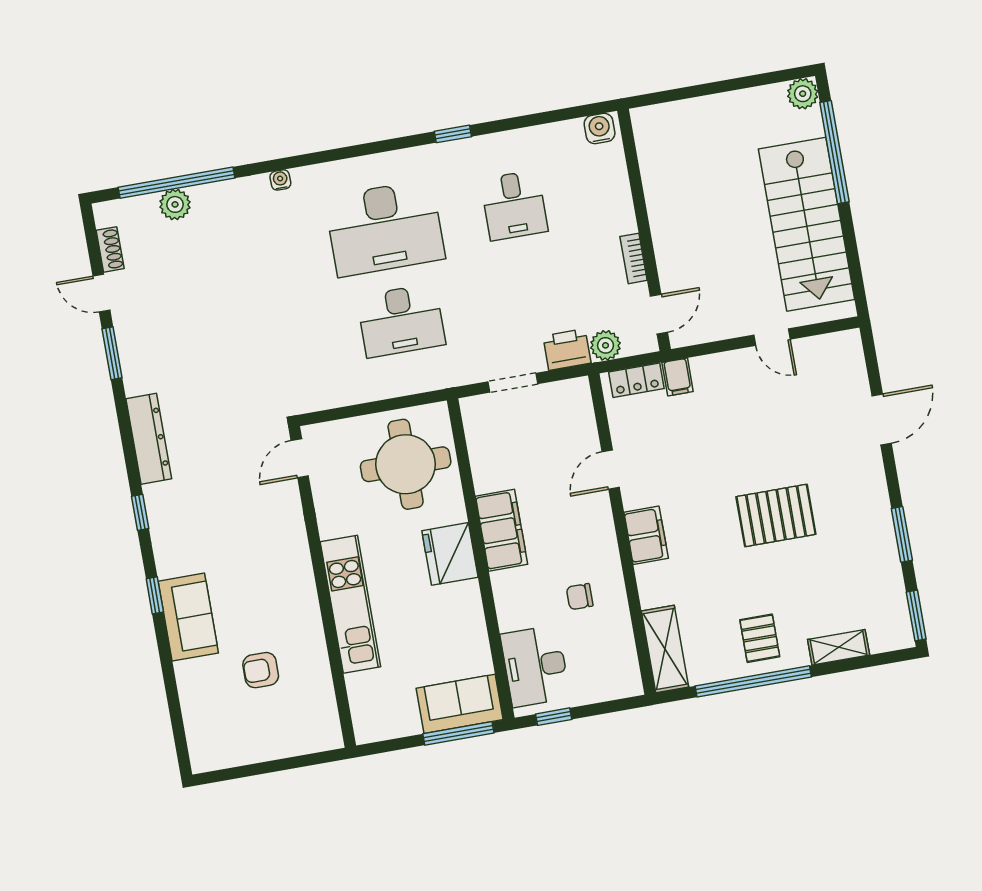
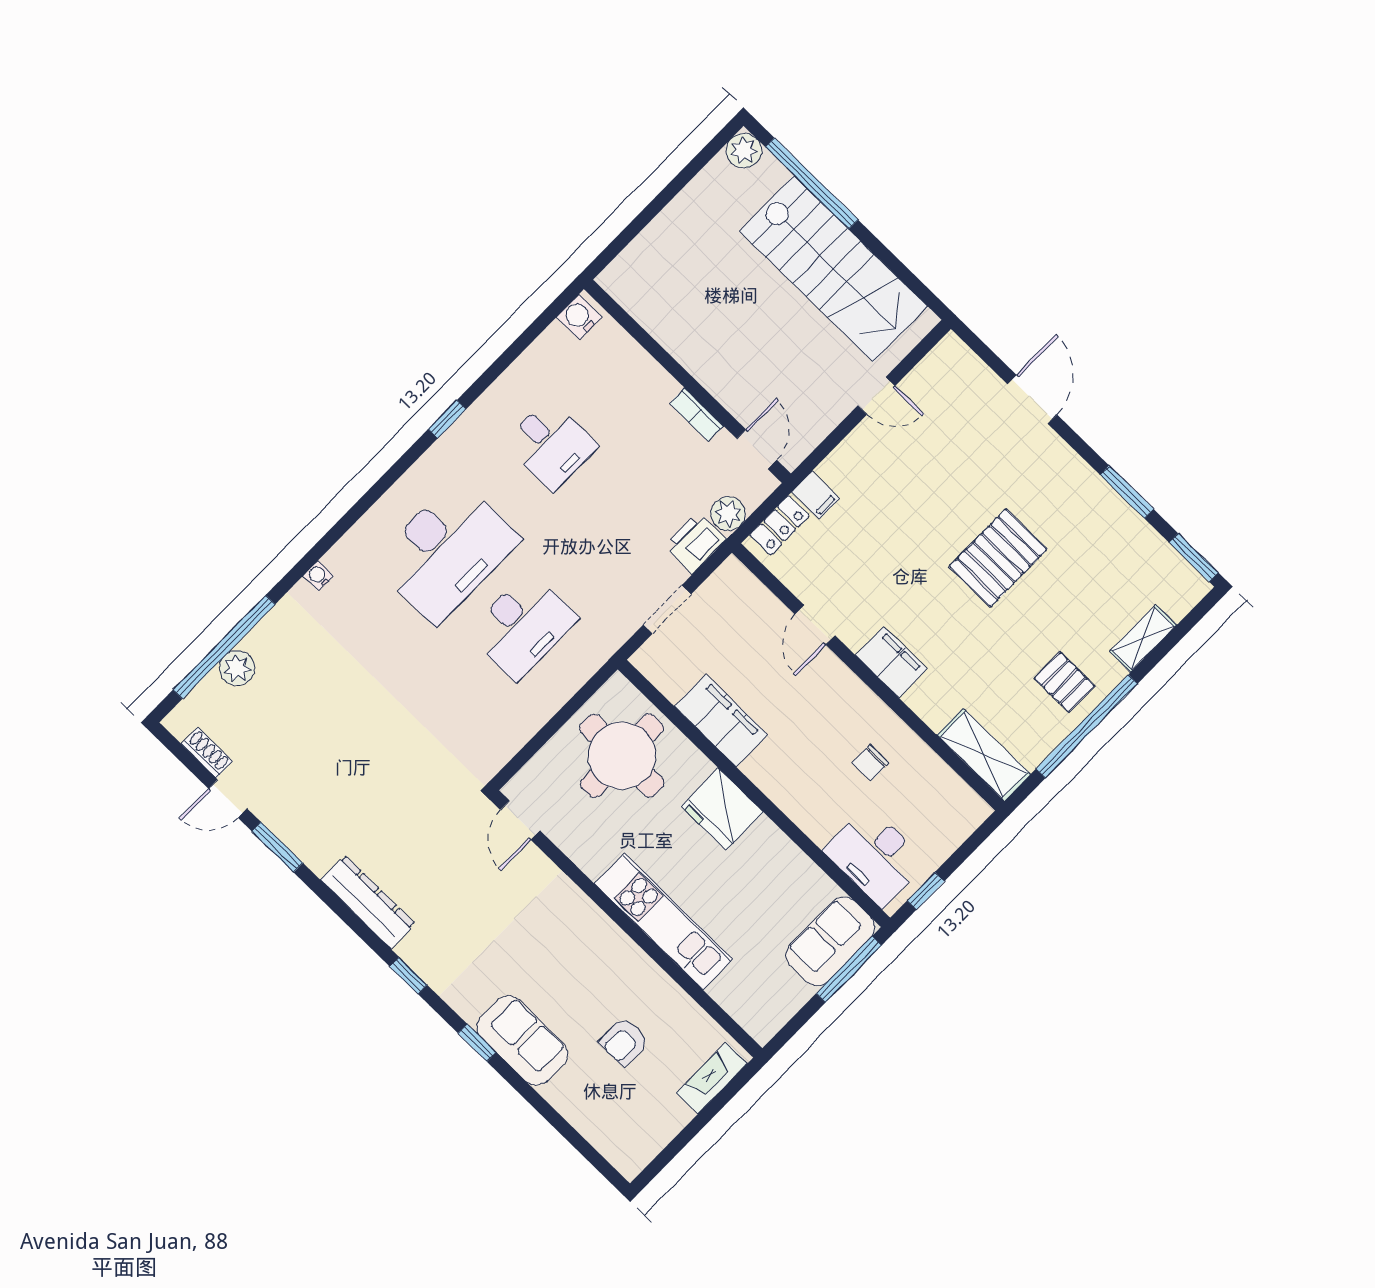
filing cabinet: (501, 530) -> (721, 721), moved
fireplace: (305, 741) -> (712, 1078), added

